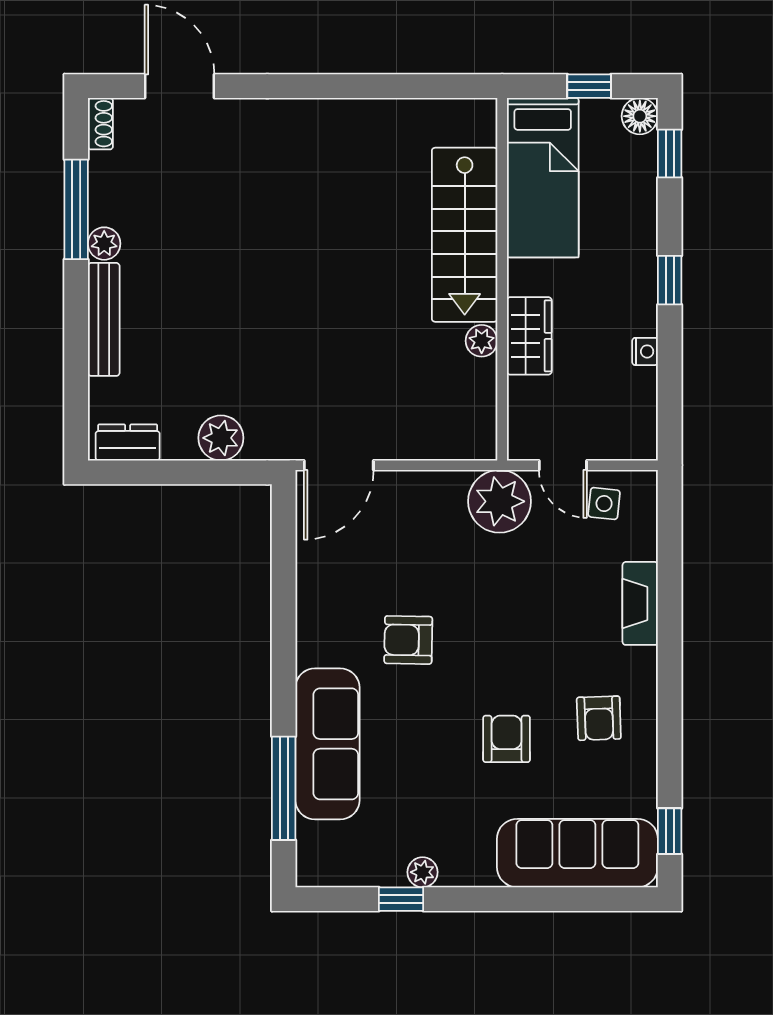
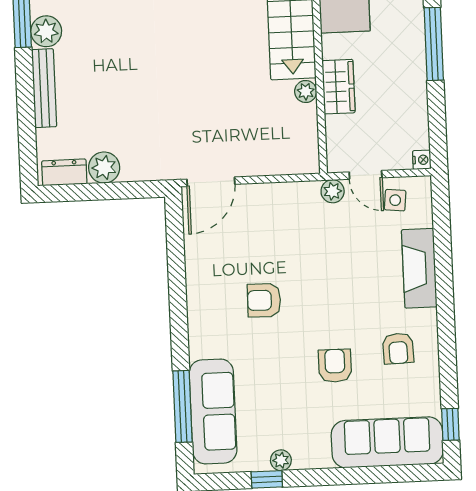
plant: (104, 244) -> (46, 31), width x1.38, depth x1.38
window: (670, 280) -> (434, 44), width x2.17
nightstand: (645, 351) -> (422, 160), moved
plant: (221, 438) -> (104, 168), moved
plant: (499, 501) -> (333, 191), width x0.53, depth x0.53
fireplace: (640, 603) -> (419, 268), width x1.37, depth x1.32
sofa: (327, 744) -> (213, 411), moved

